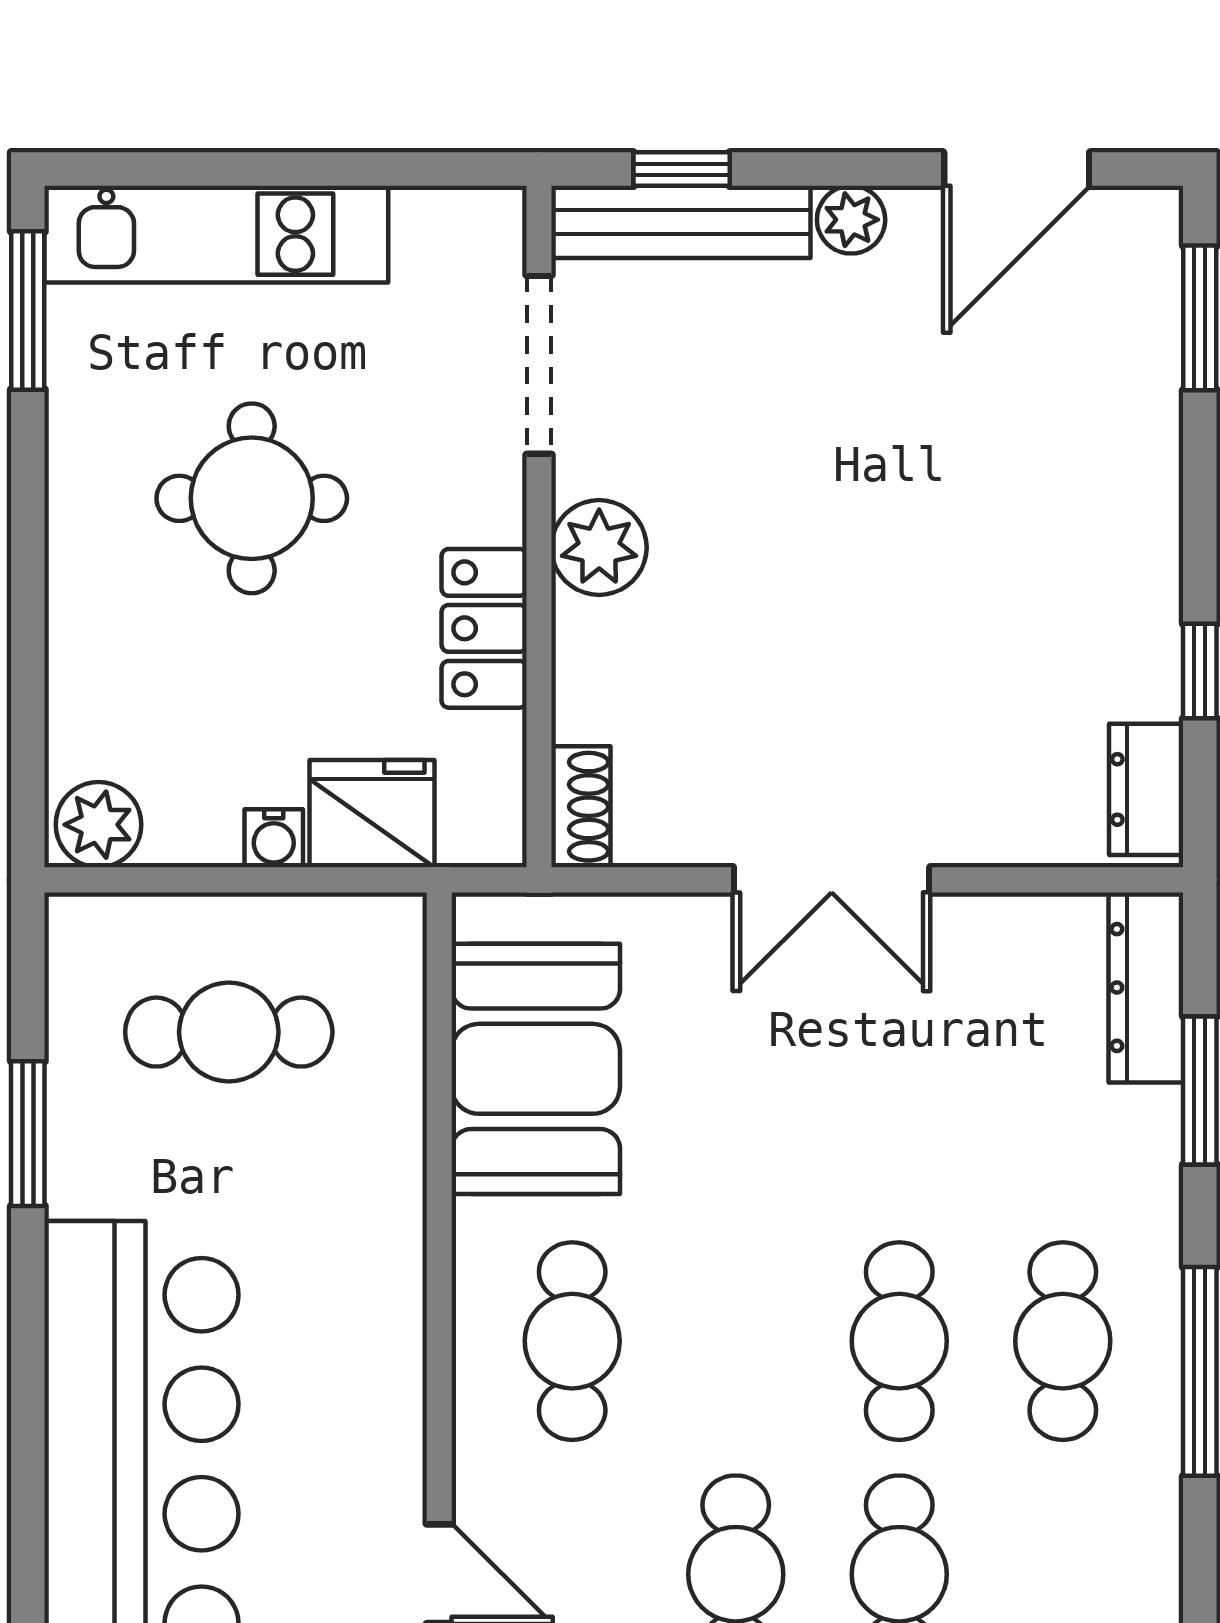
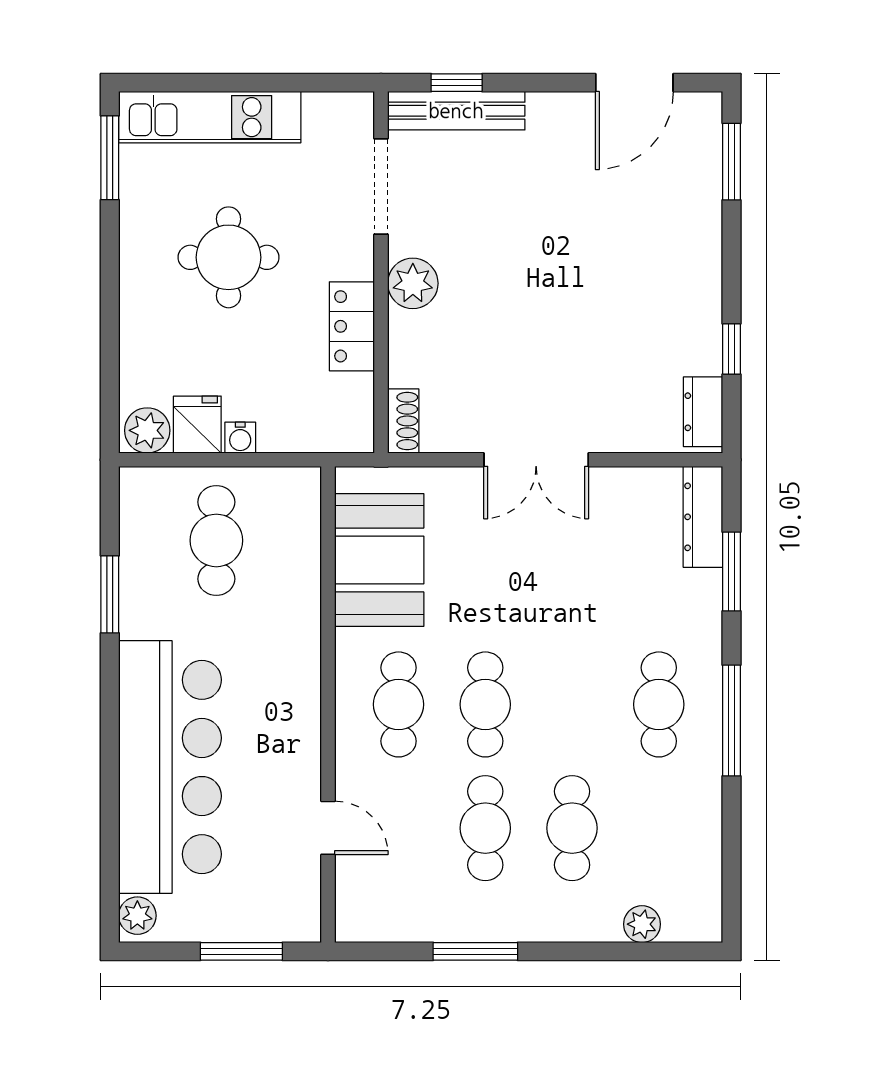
plant: (851, 220) -> (546, 109), removed
fridge: (372, 814) -> (197, 425), moved, width x0.72
cafe table: (229, 1032) -> (216, 540), turned 90
cafe table: (899, 1341) -> (485, 704), moved

